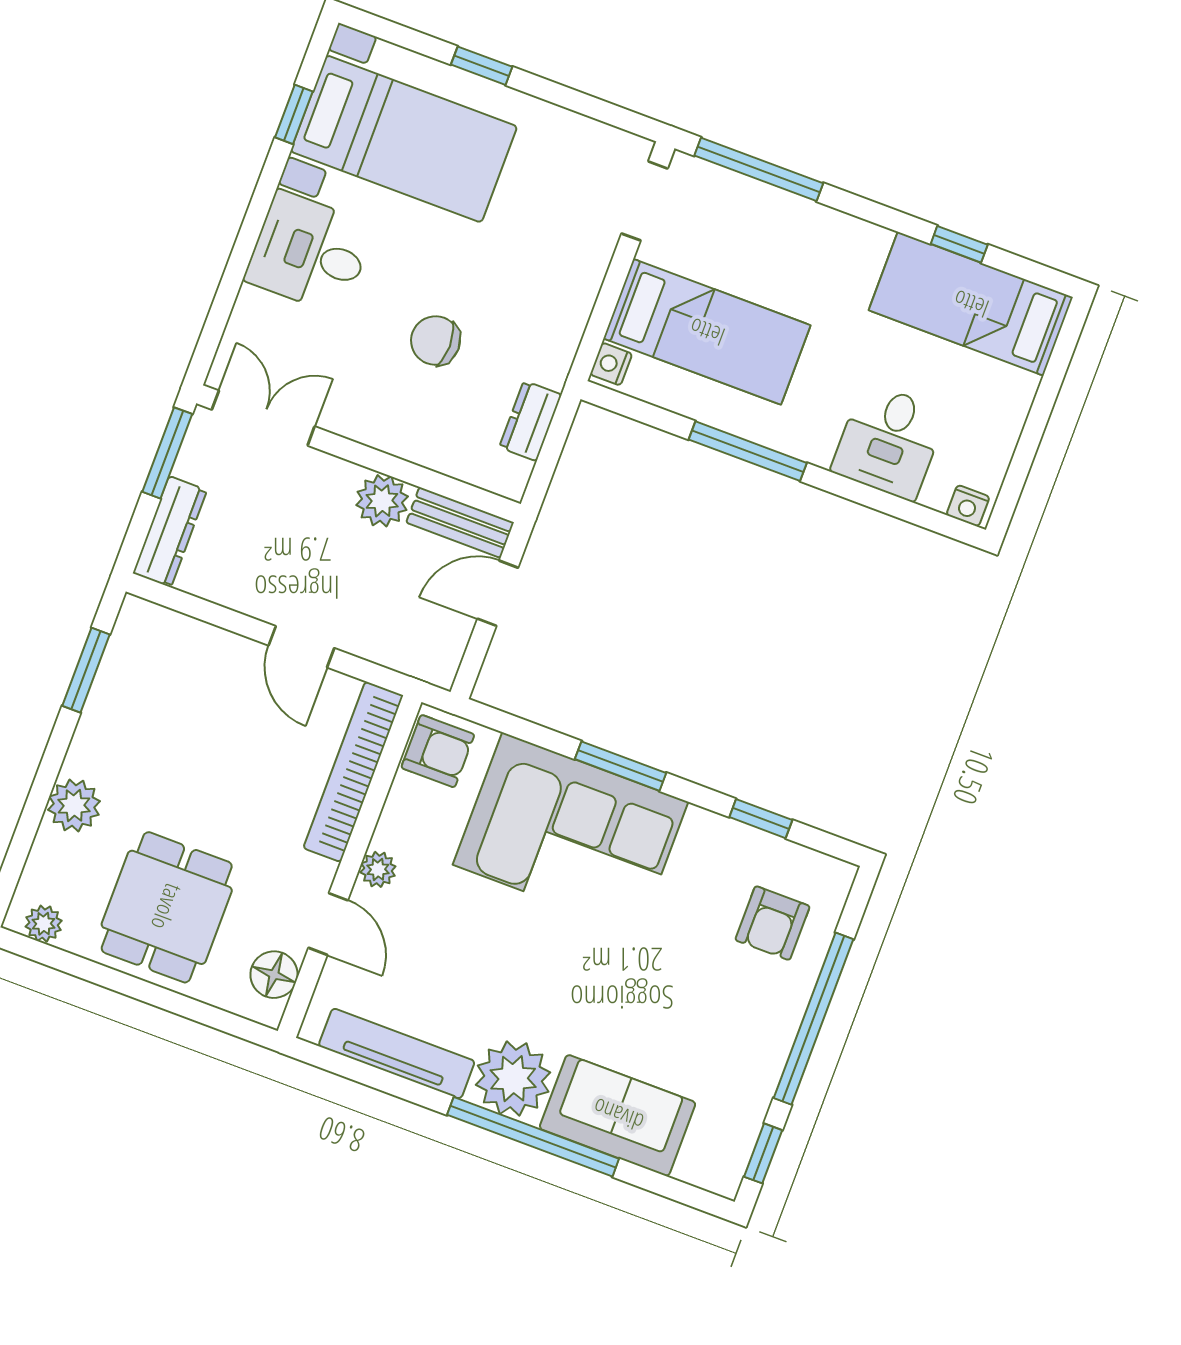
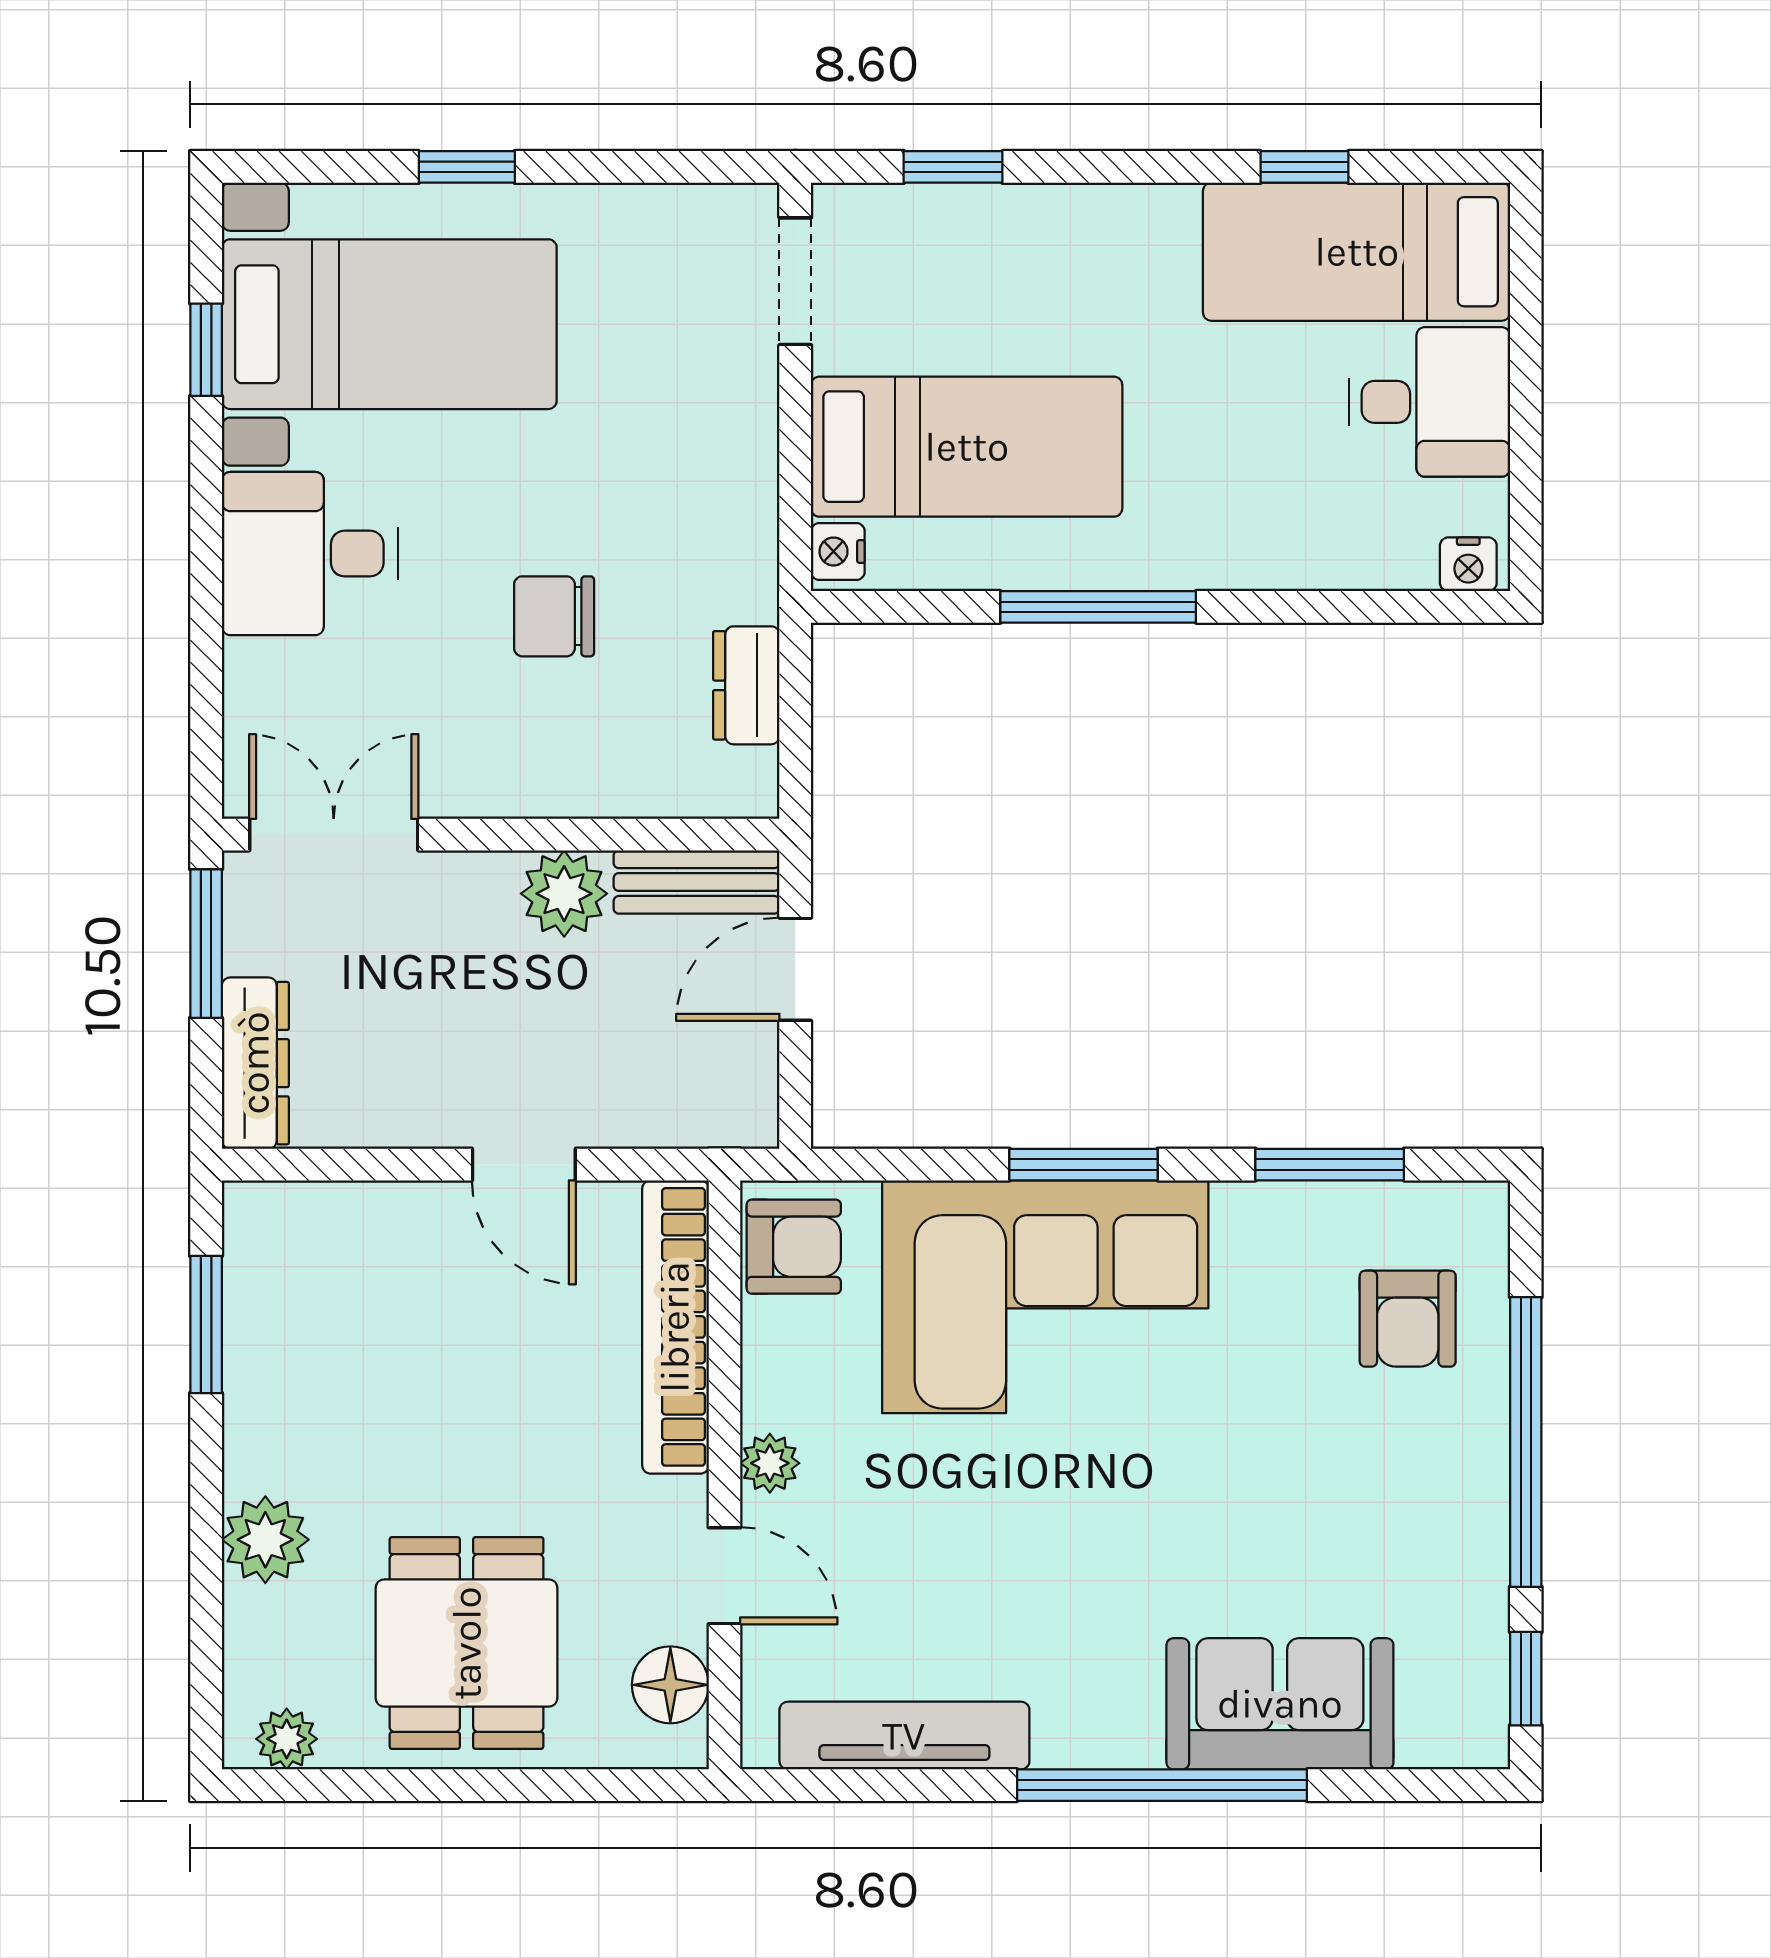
window: (759, 169) -> (953, 167), width x0.46
desk: (889, 441) -> (1429, 402), moved, turned -90
window: (761, 819) -> (1330, 1165), width x1.50
plant: (513, 1079) -> (1098, 1707), removed

